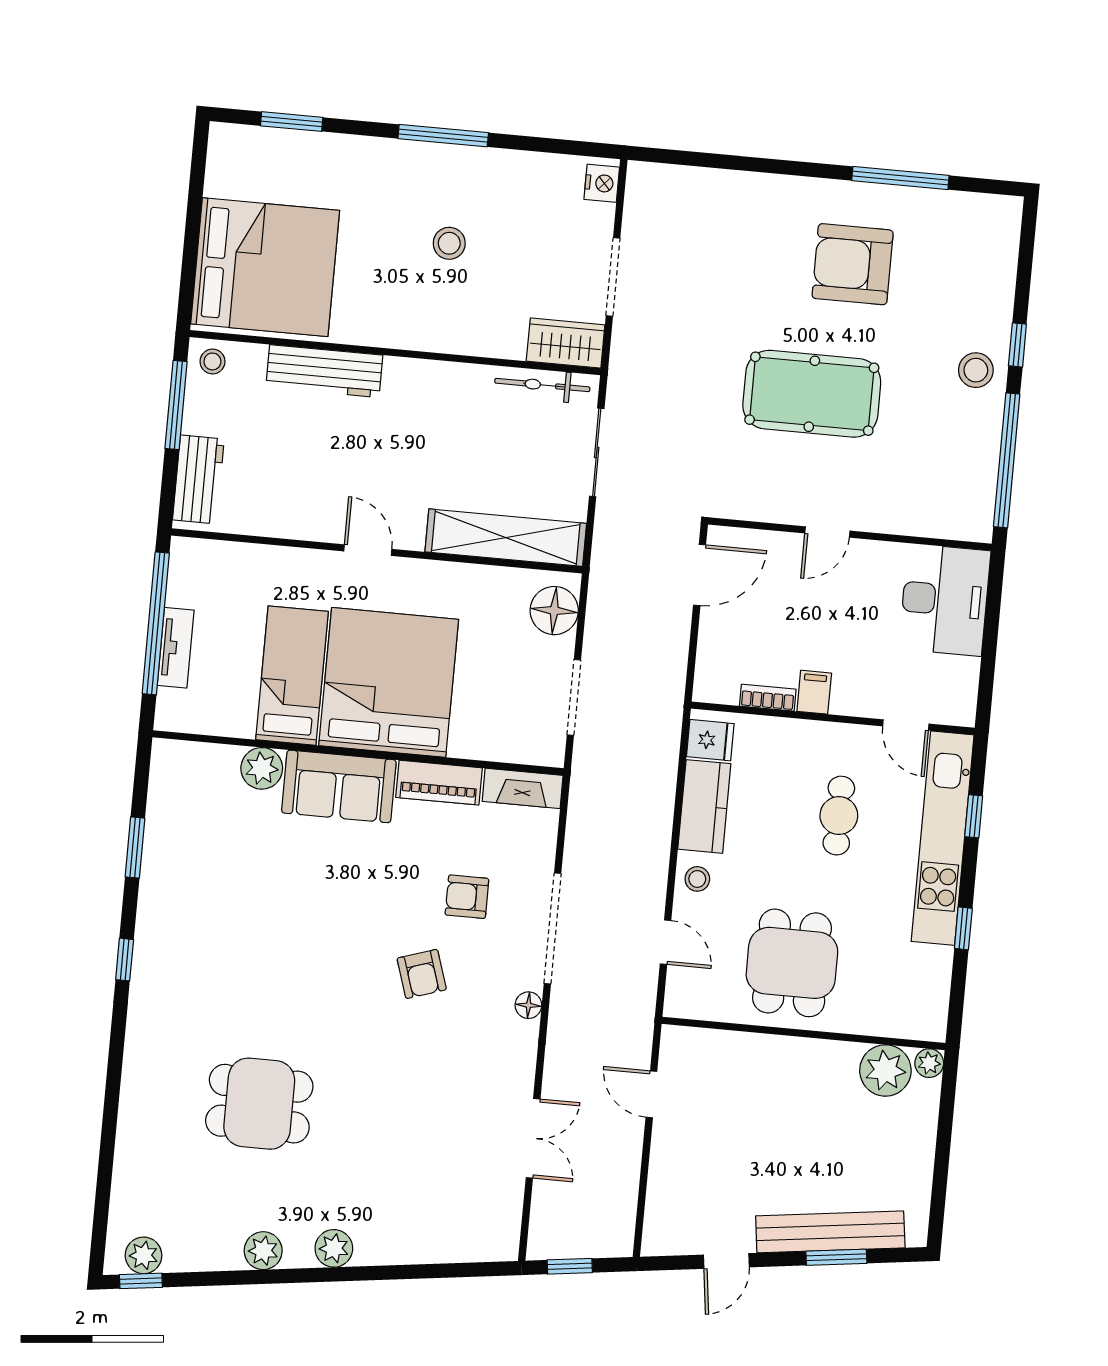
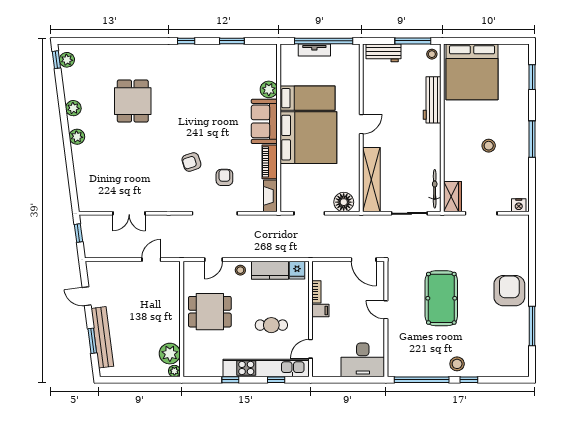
armchair: (853, 264) -> (509, 291), moved
floor lamp: (528, 1005) -> (183, 206), removed

